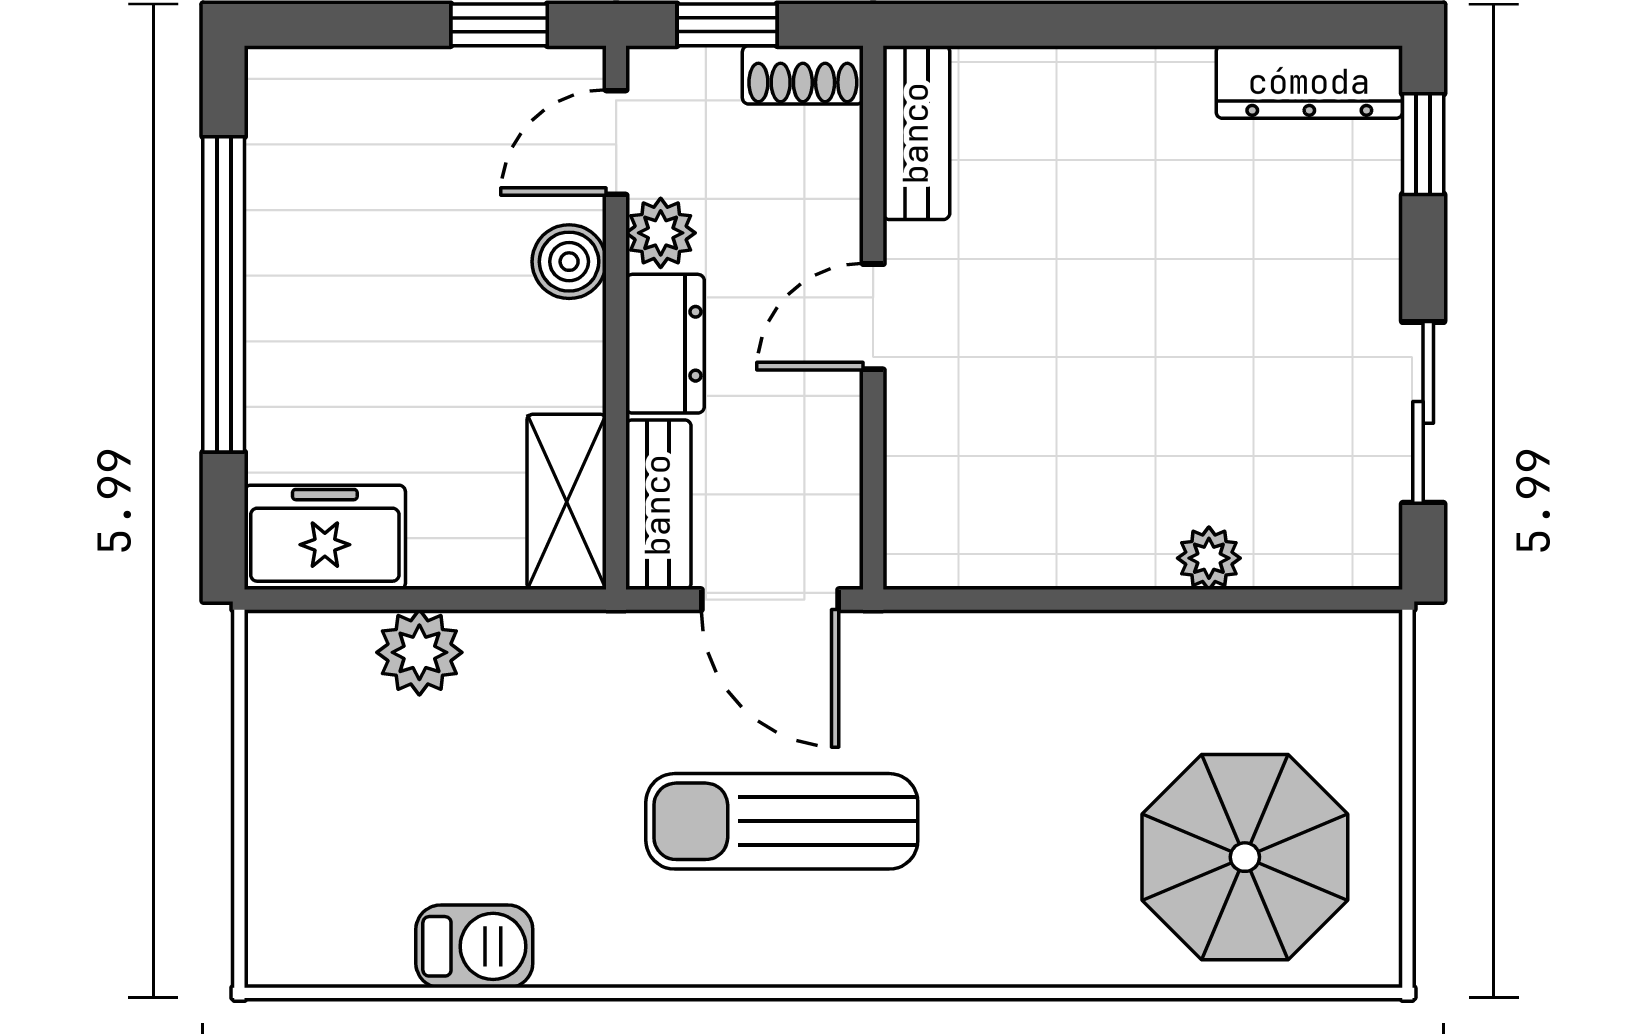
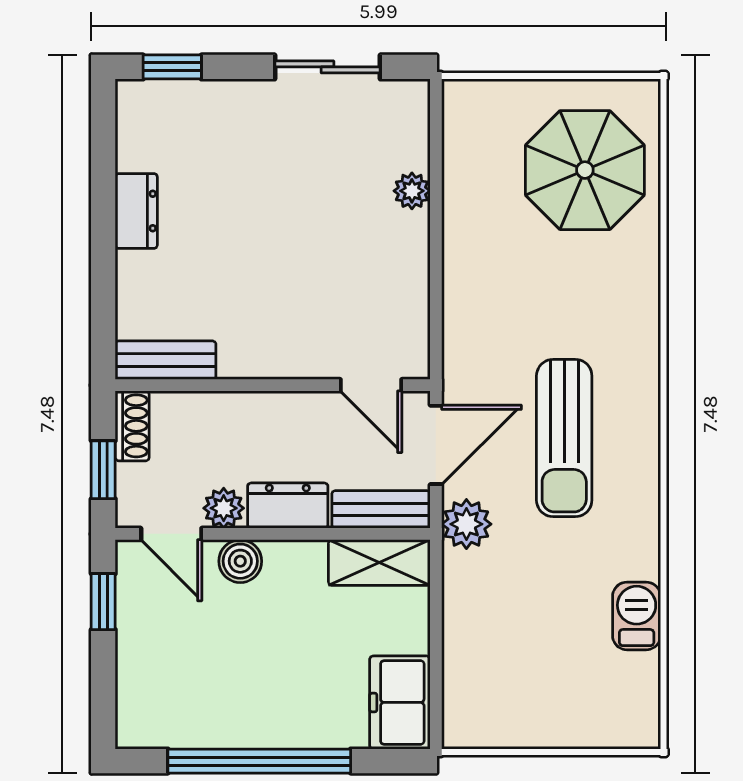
dresser: (1309, 82) -> (136, 211), moved, width x0.70
door: (873, 317) -> (371, 385), moved
plant: (419, 652) -> (466, 524), moved

